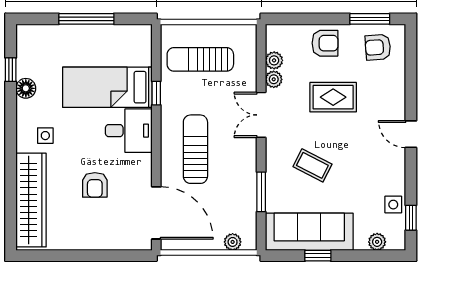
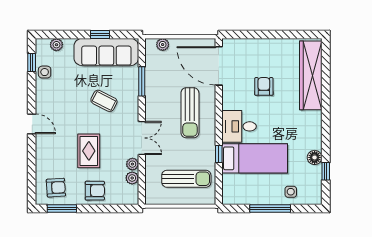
armchair: (325, 43) -> (95, 191), turned 180
rug: (333, 97) -> (89, 151), turned 90
side table: (45, 136) -> (291, 192), moved

